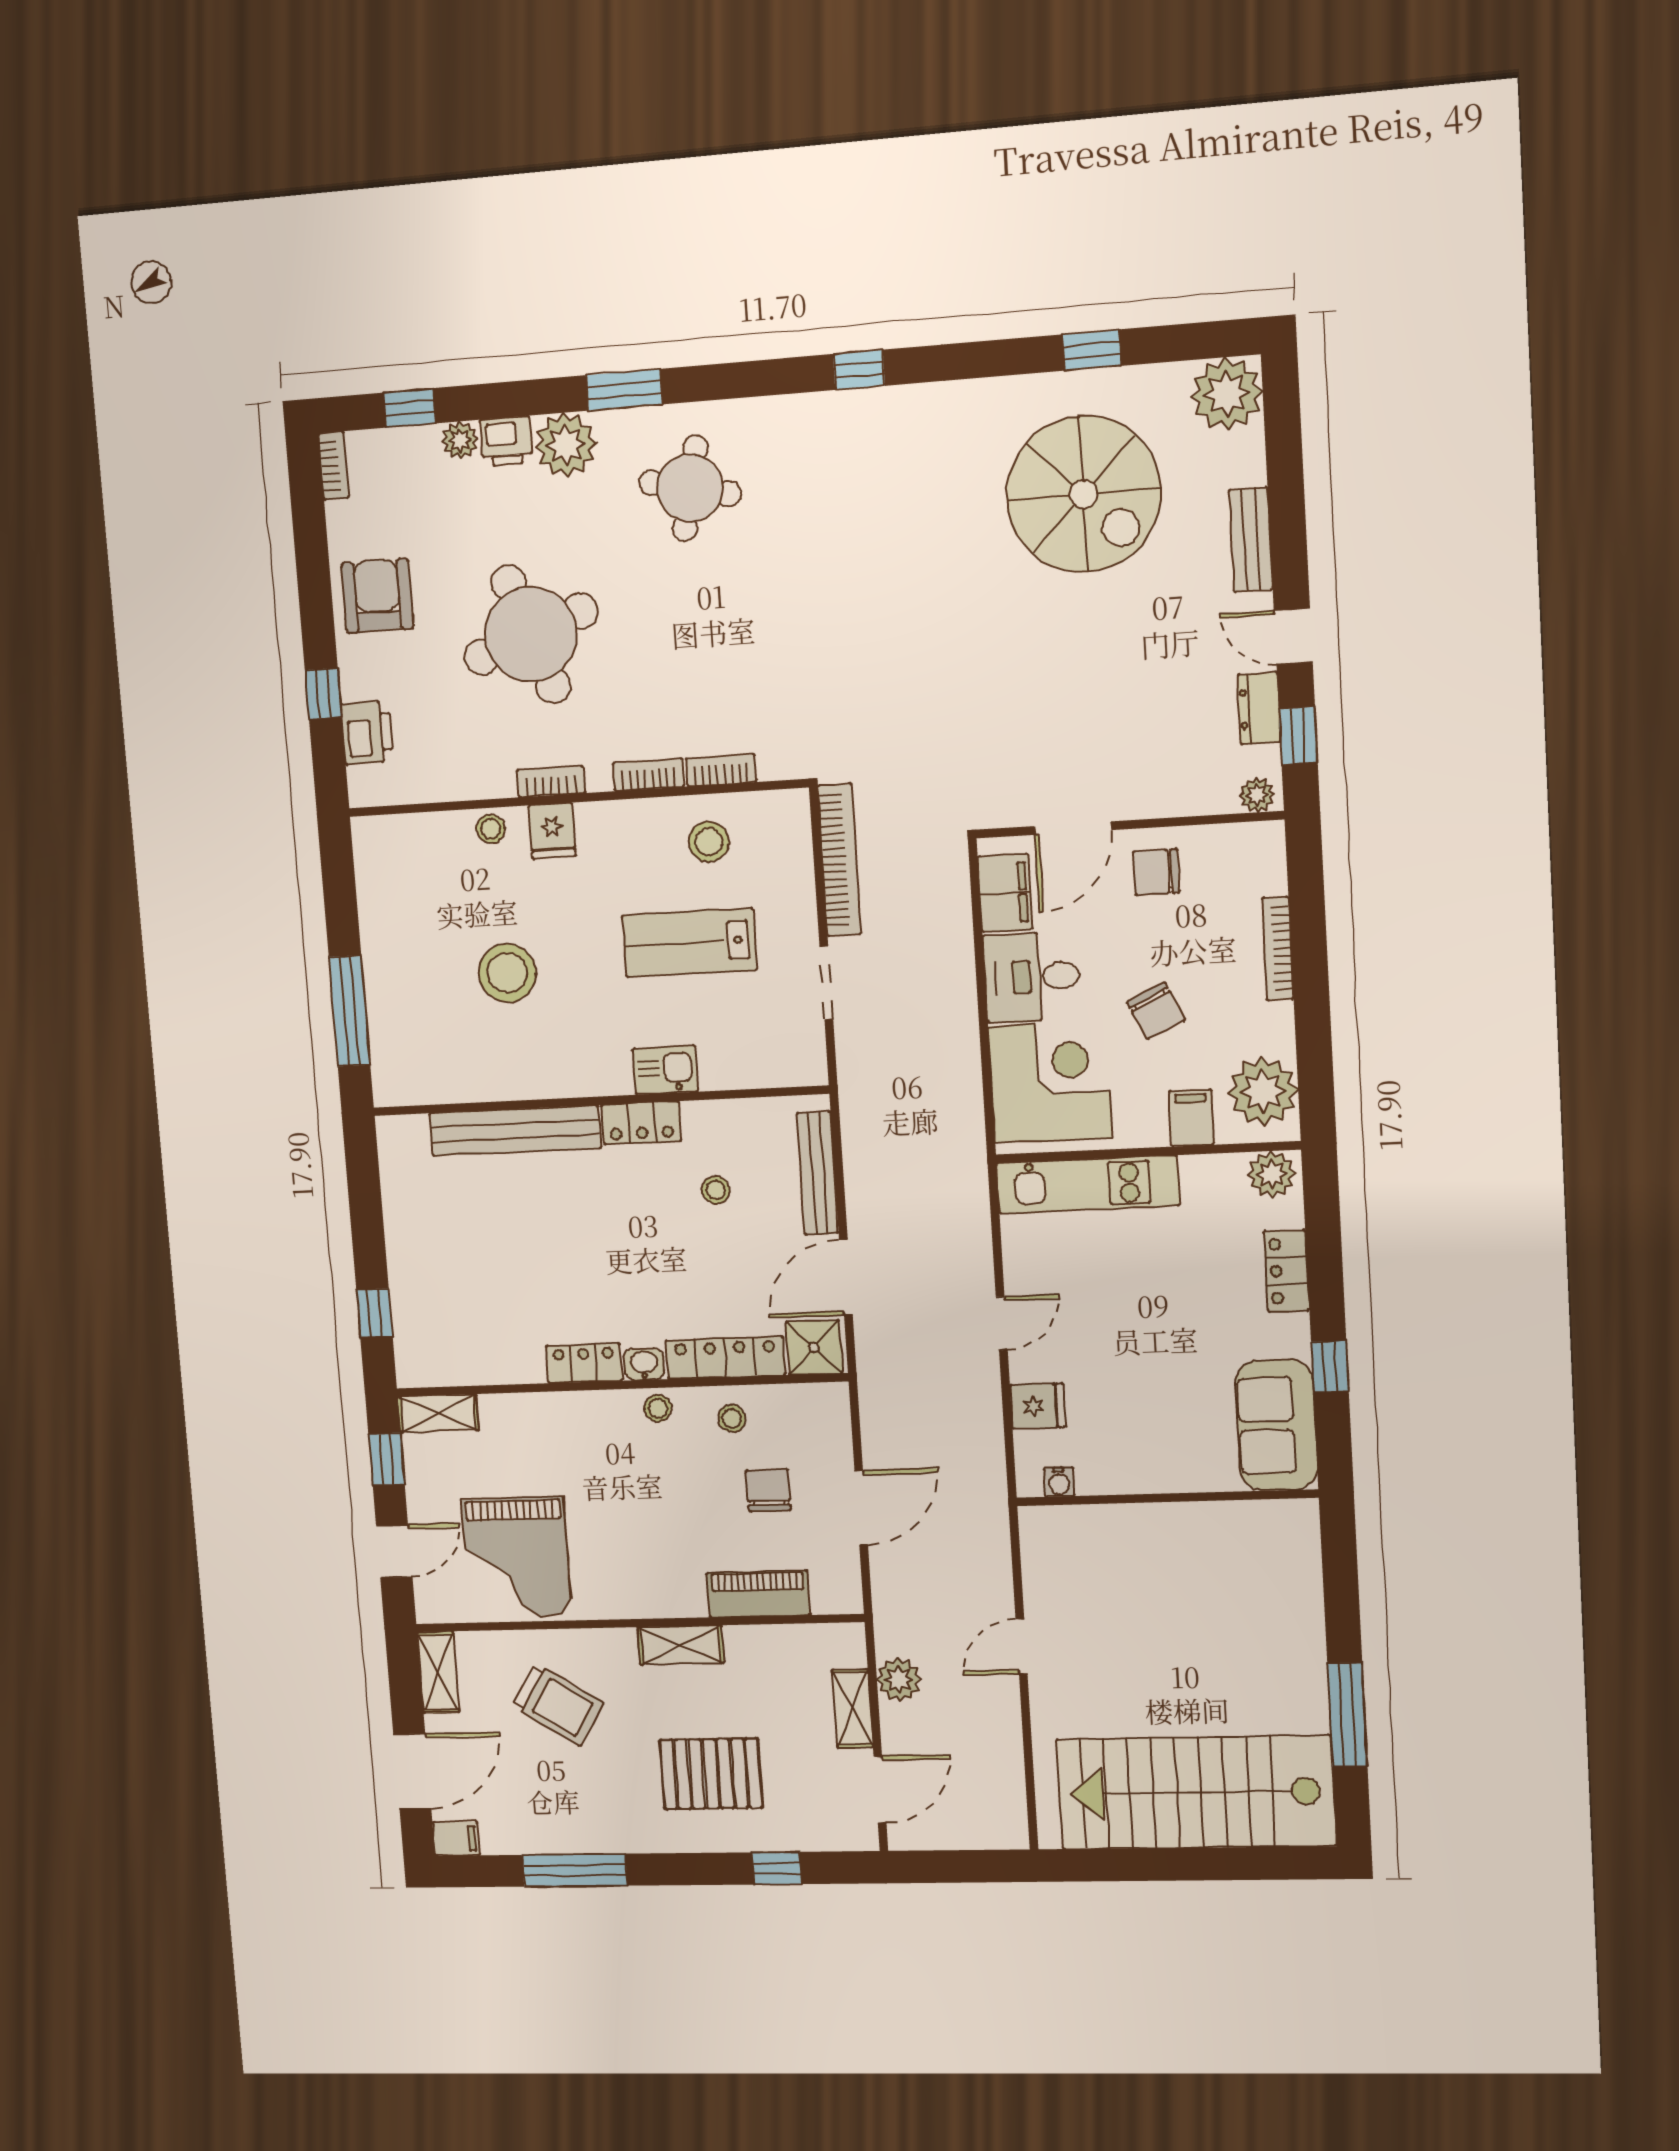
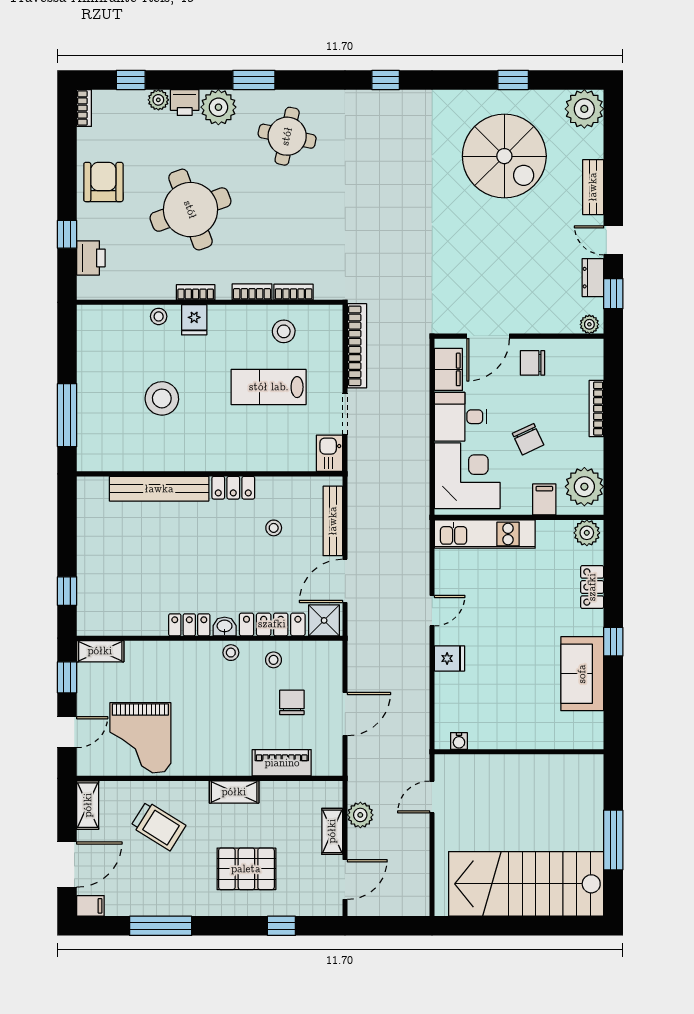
kitchen sink: (665, 1070) -> (329, 453), moved, turned -90
water cooler: (1059, 1482) -> (459, 741), moved
wall: (1167, 1498) -> (519, 752), moved

